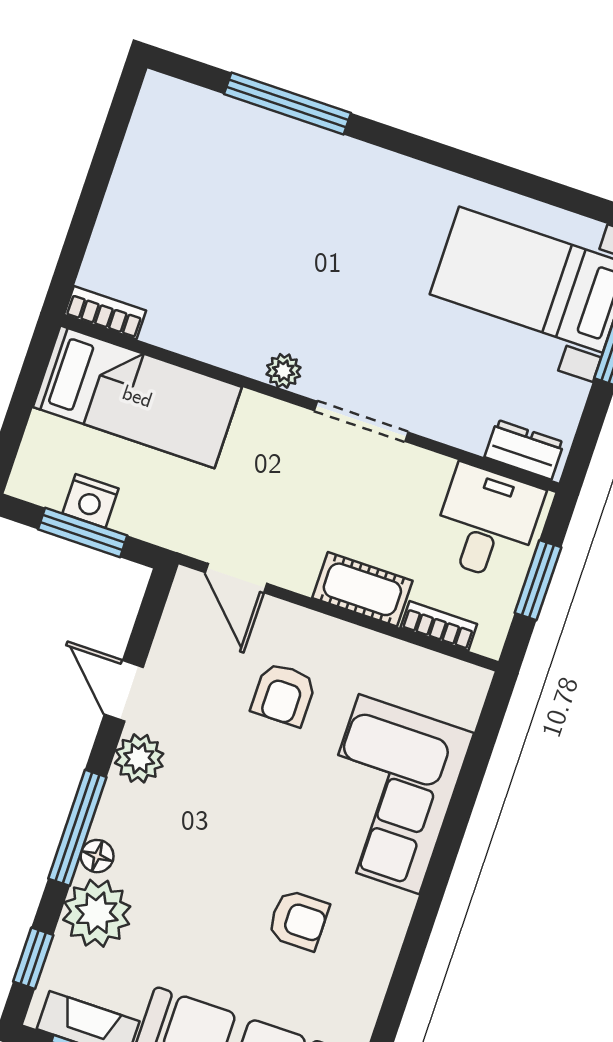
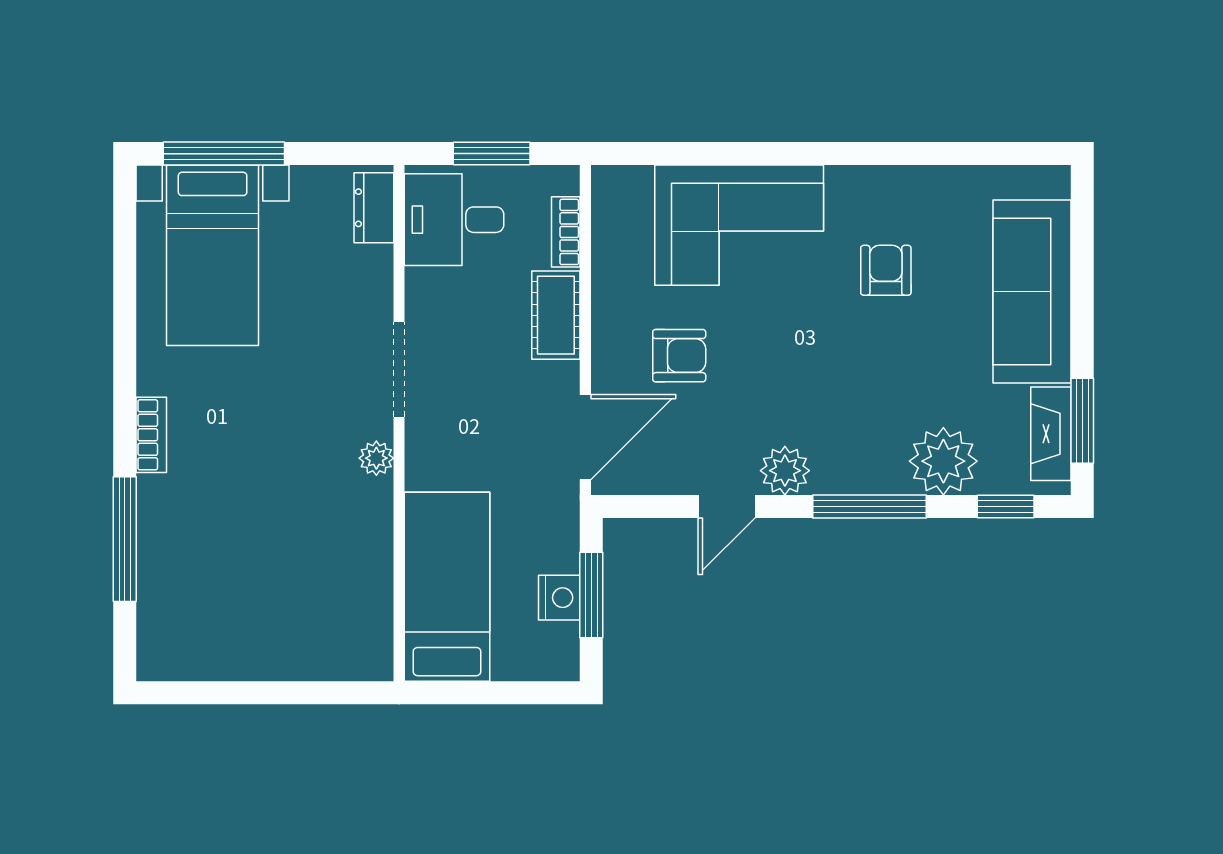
bookcase: (105, 313) -> (151, 435), moved, turned 180
door: (236, 578) -> (585, 437), width x1.38
floor lamp: (97, 856) -> (890, 479), removed

